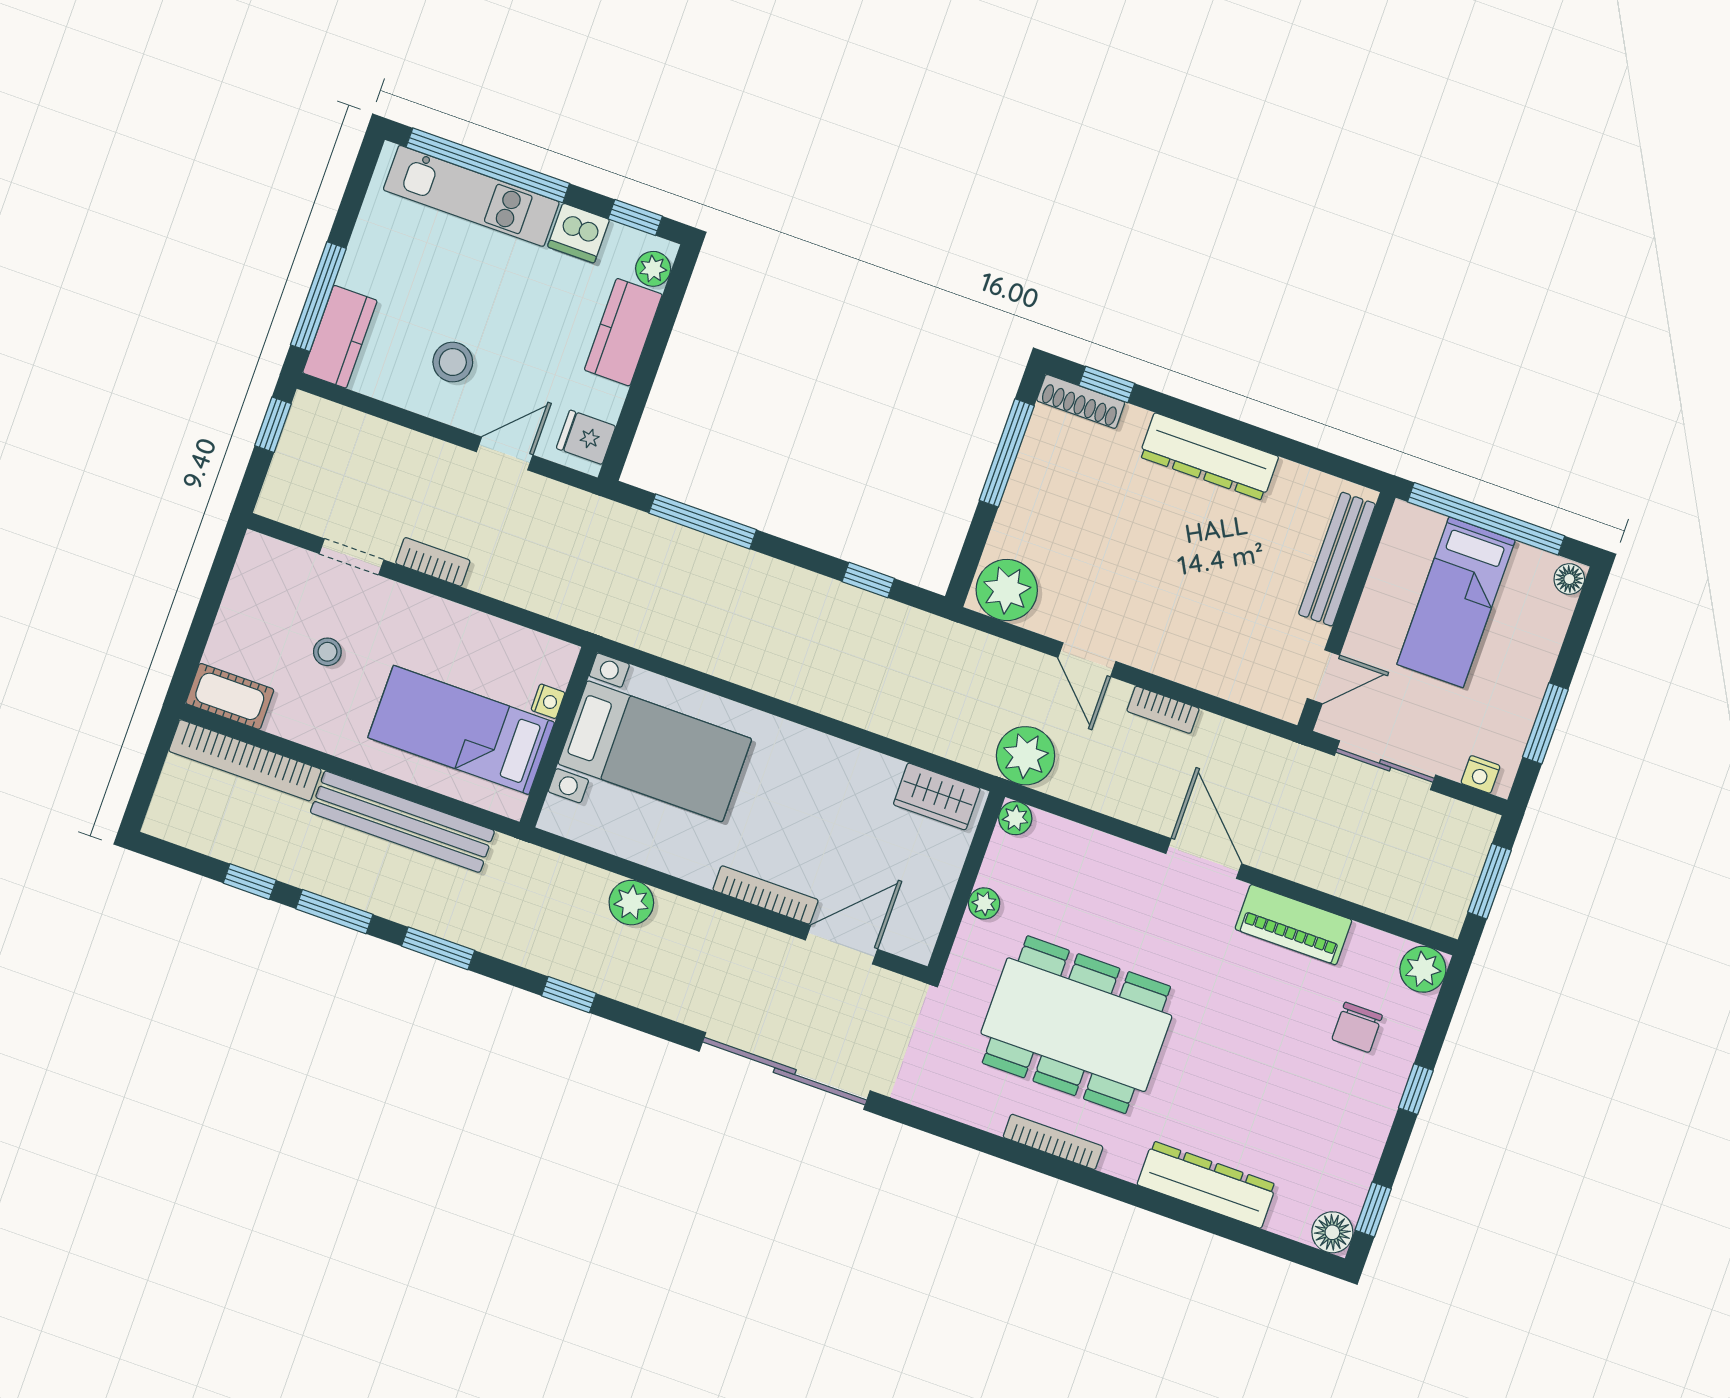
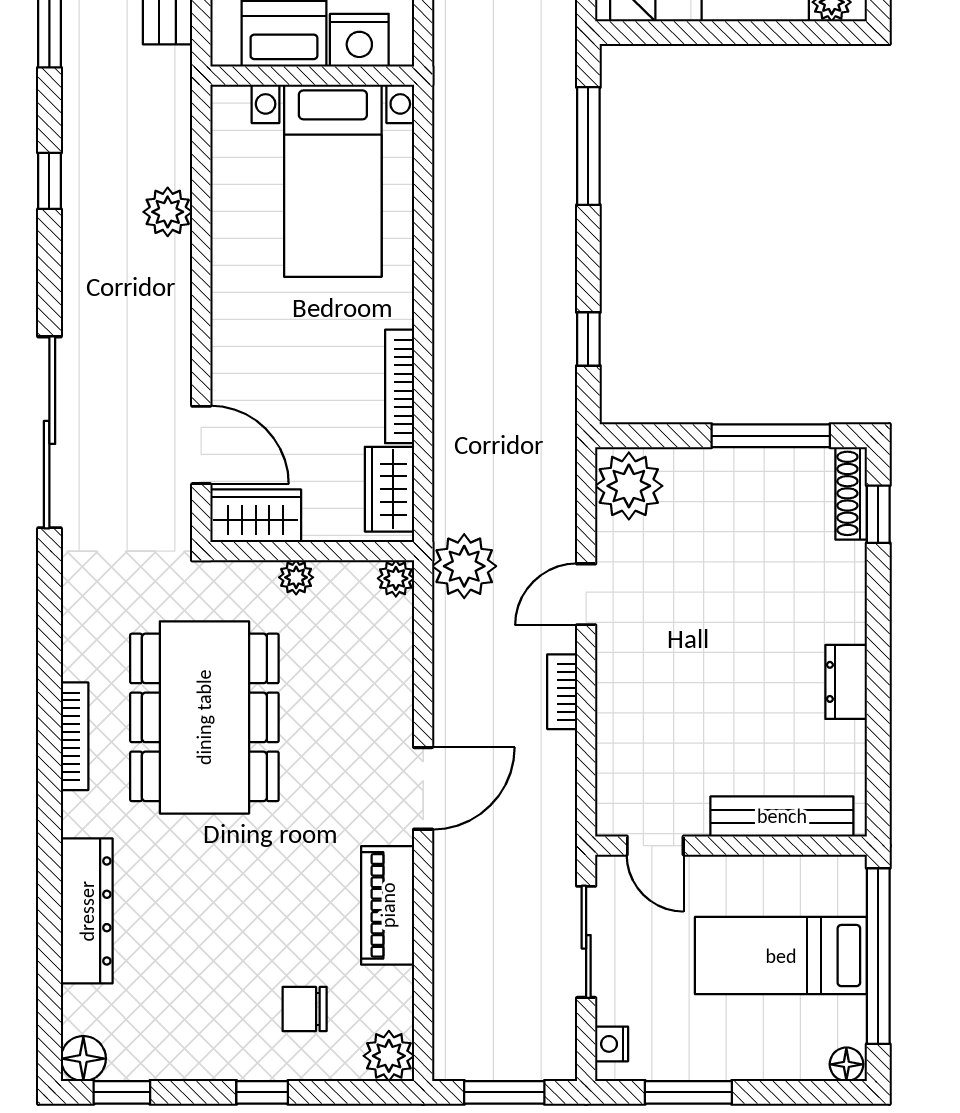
dresser: (1209, 457) -> (846, 682), width x0.51, depth x0.80
nightstand: (548, 701) -> (359, 40), width x1.89, depth x1.79
bookcase: (766, 895) -> (400, 386), moved, turned 180
wardrobe: (919, 919) -> (256, 516), added

